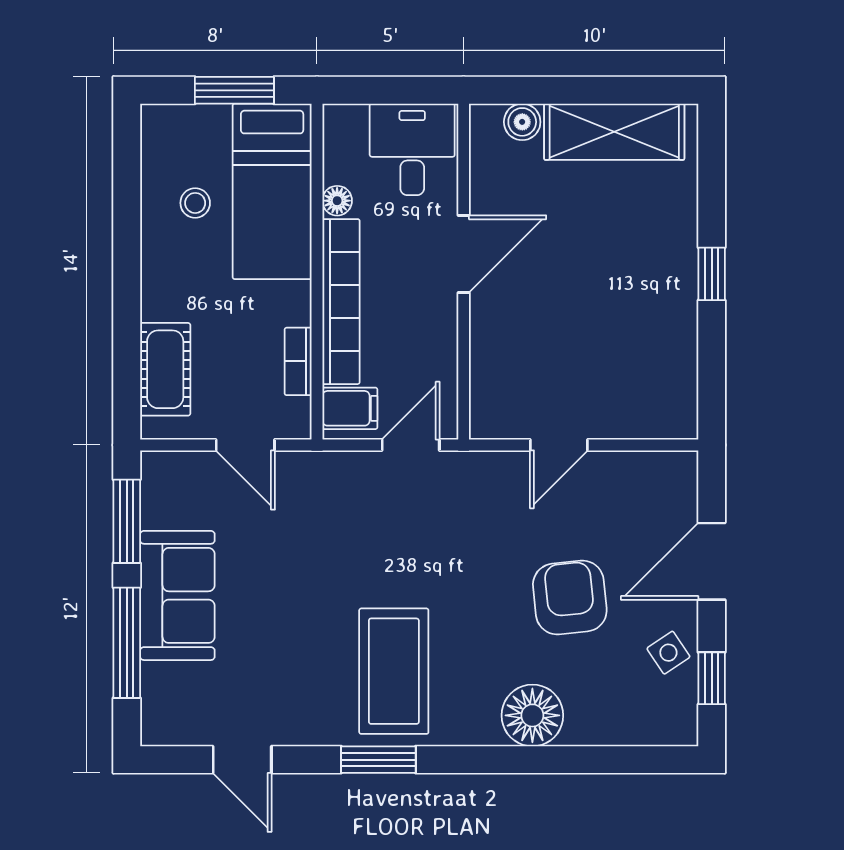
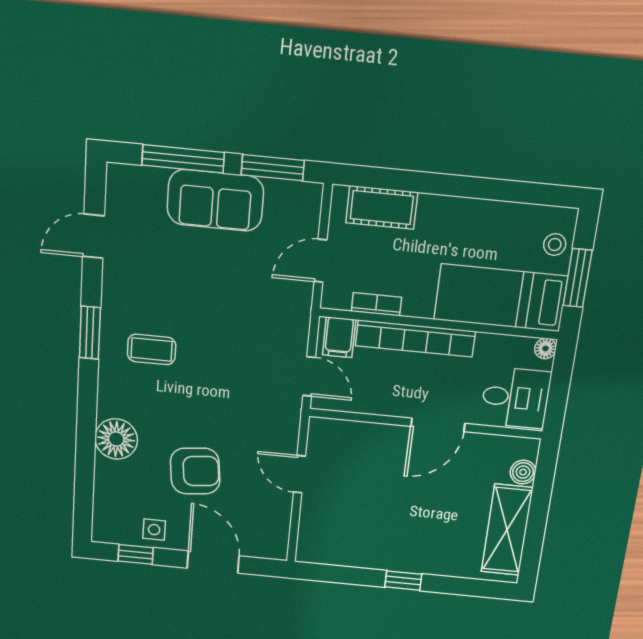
floor lamp: (337, 201) -> (545, 349), moved
stool: (195, 203) -> (555, 244), moved
door: (464, 254) -> (438, 425), hinge flipped
side table: (668, 653) -> (154, 530), turned 34
coffee table: (394, 671) -> (152, 349), width x0.54, depth x0.58

